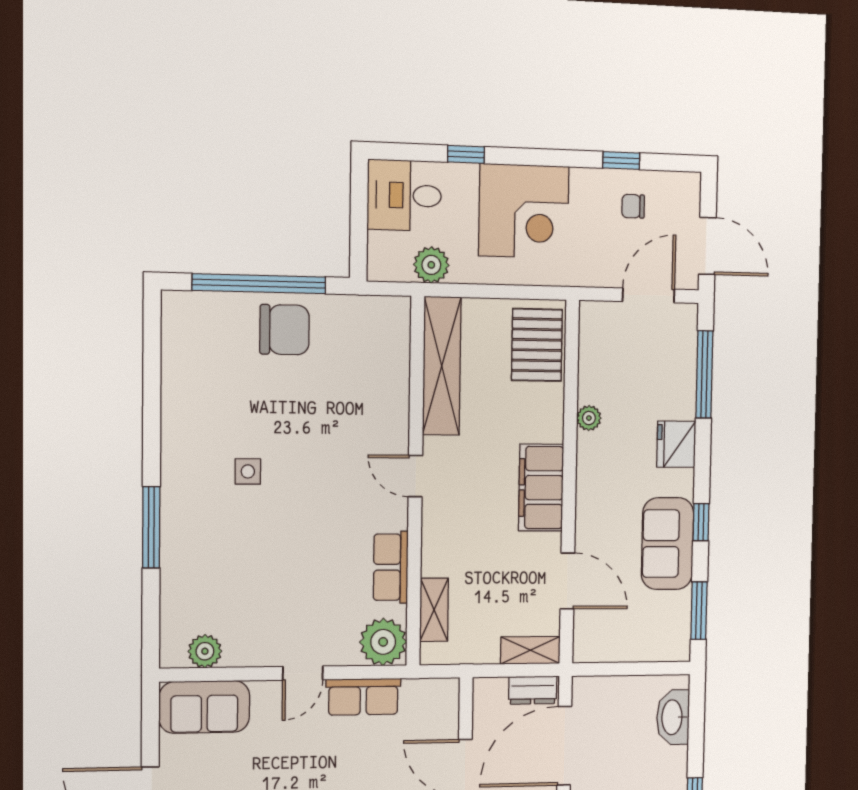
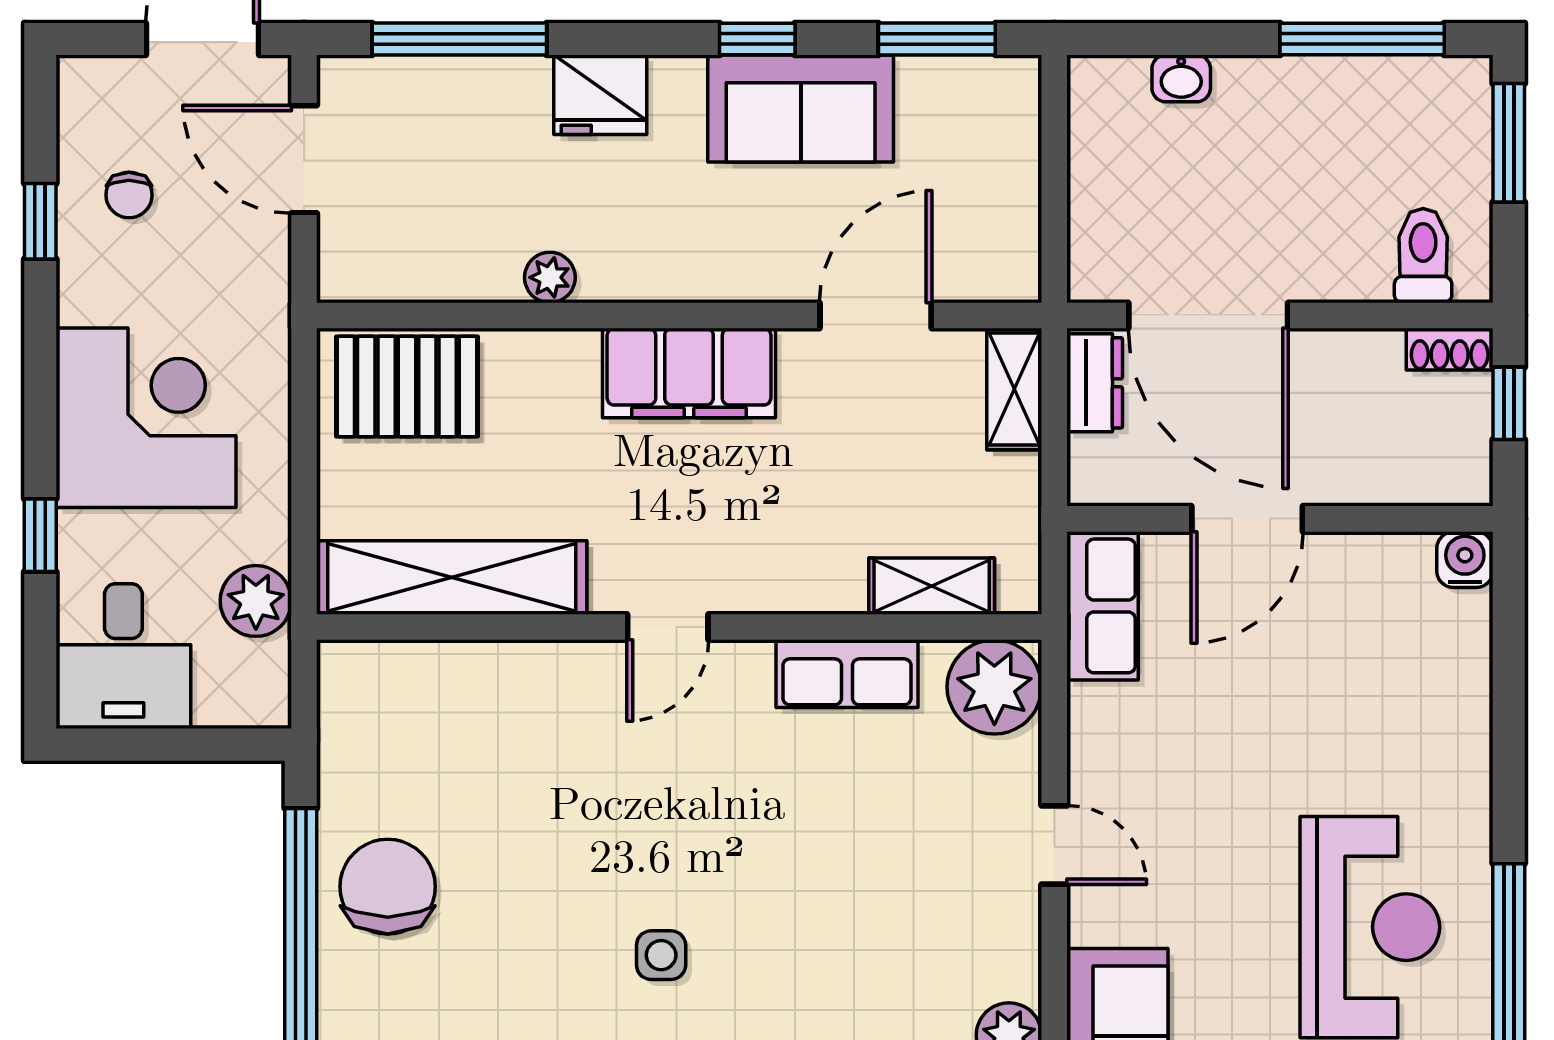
row of seats: (363, 697) -> (1102, 606), moved
washbasin: (673, 717) -> (1181, 78), width x0.52, depth x0.69

